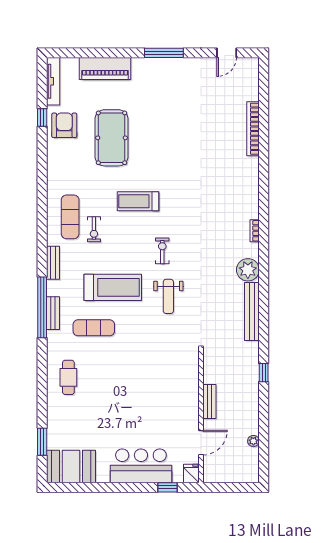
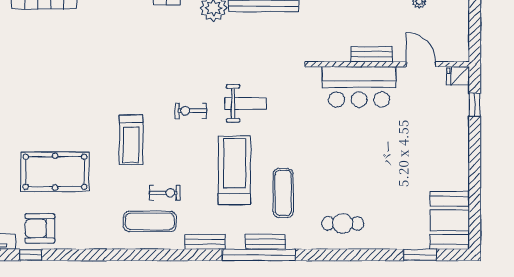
bar counter: (141, 466) -> (359, 87), moved, turned -90

